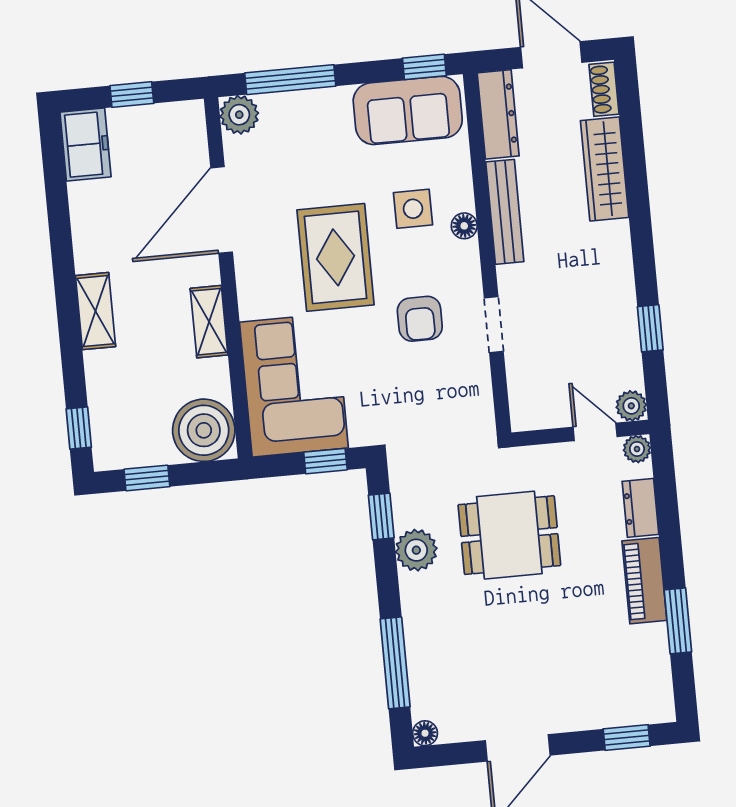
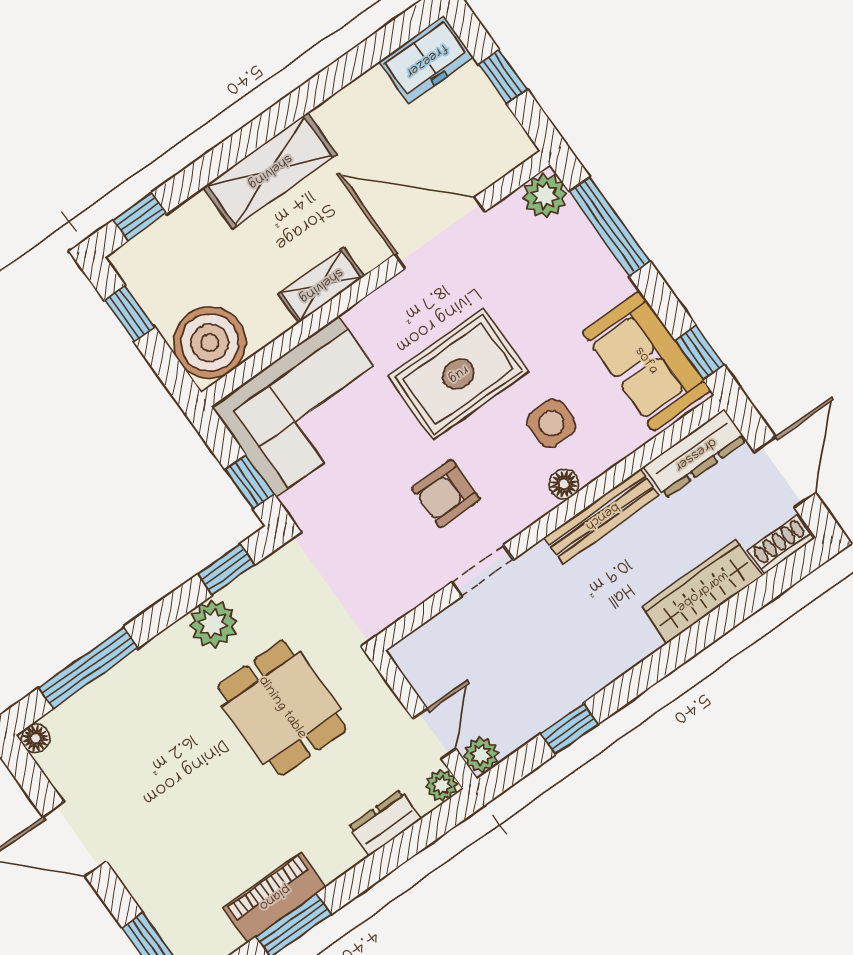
shelving: (95, 311) -> (270, 171), width x1.50, depth x1.33
piano: (644, 581) -> (274, 897), moved

